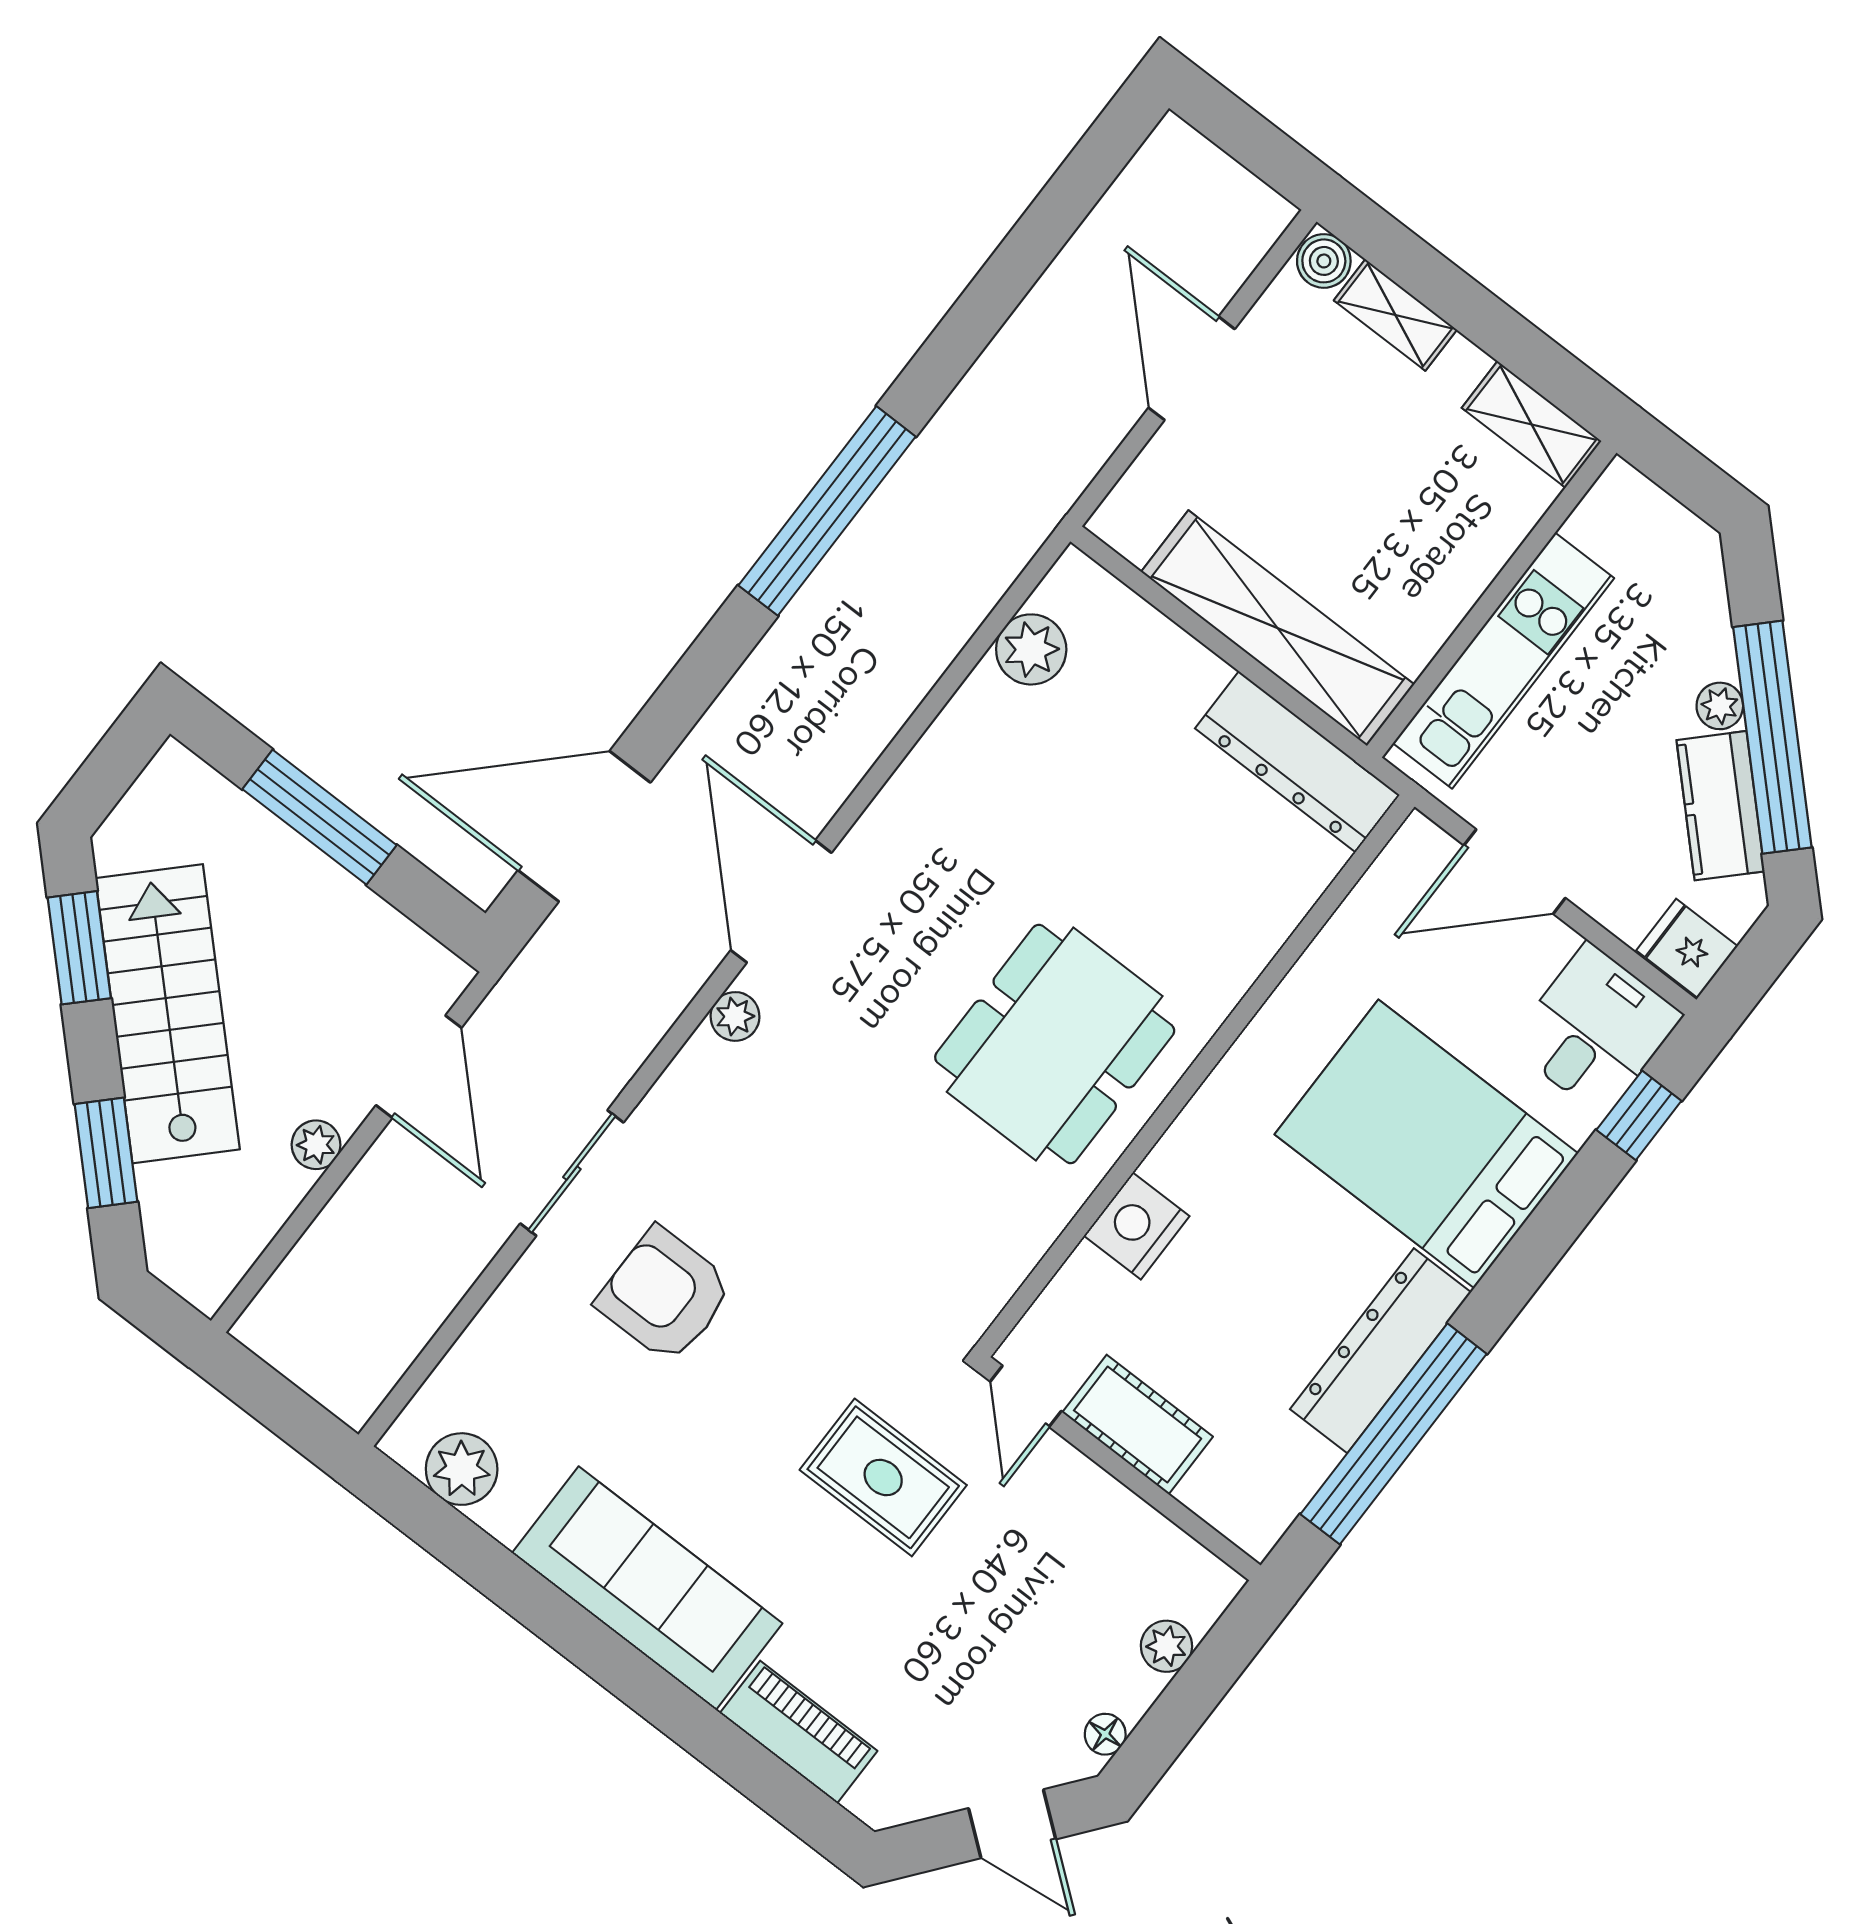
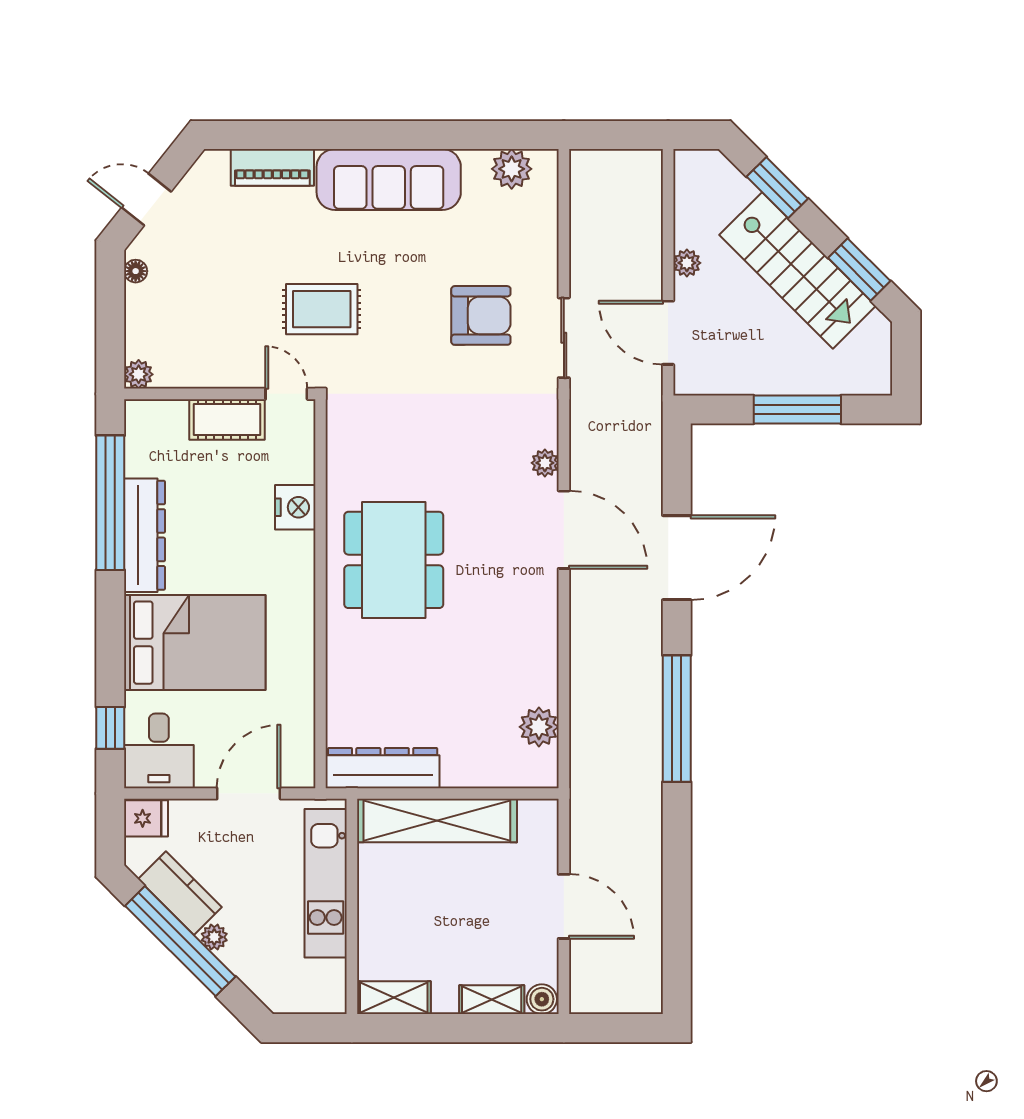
door: (584, 826) -> (677, 558), moved
plant: (1166, 1646) -> (139, 374), moved

